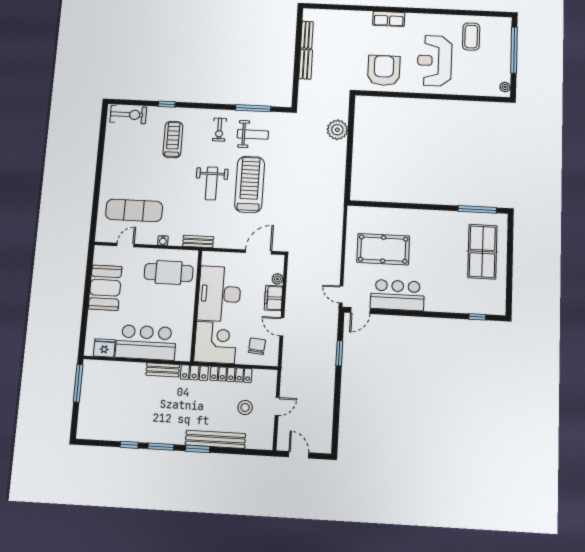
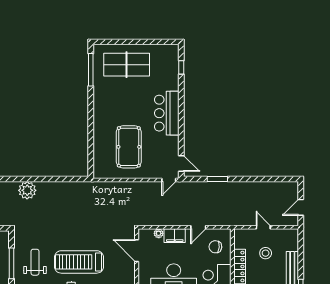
bar counter: (397, 295) -> (167, 113), moved

